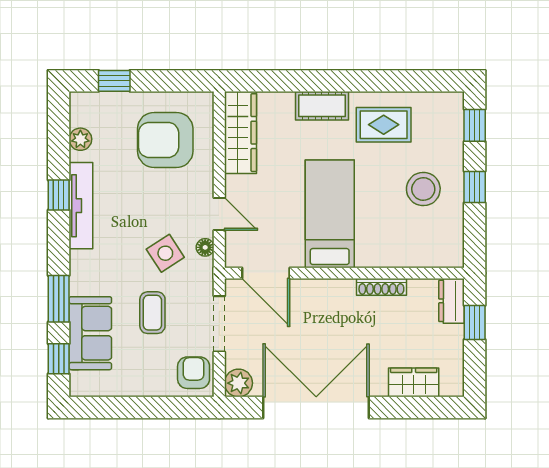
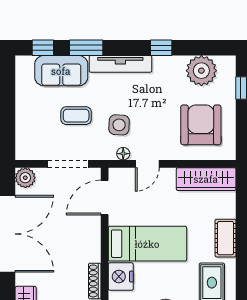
plant: (80, 139) -> (201, 71), width x1.88, depth x1.88
tv unit: (81, 206) -> (120, 64), moved
nightstand: (375, 251) -> (121, 277), added
side table: (165, 253) -> (119, 125), turned 36
armchair: (194, 373) -> (33, 145), removed

